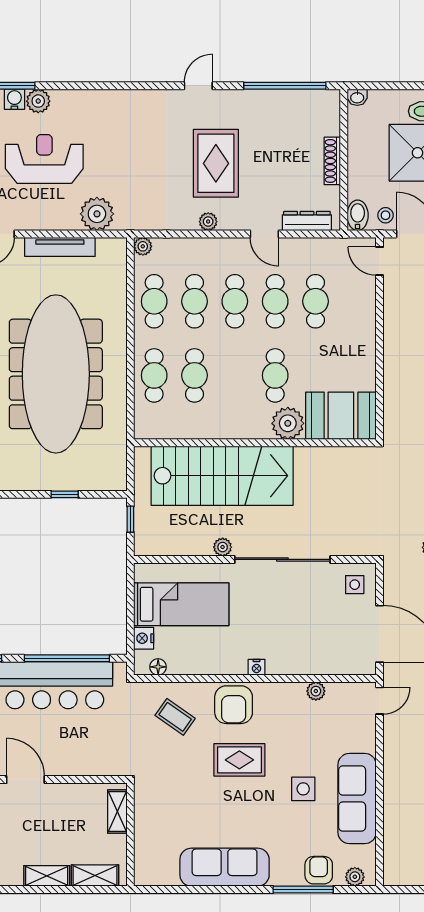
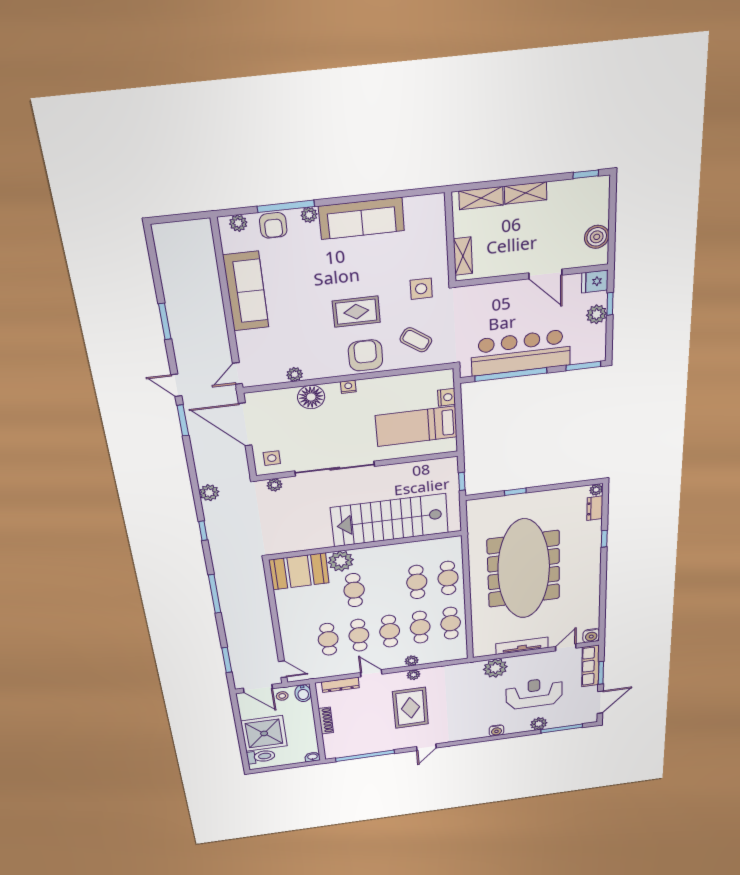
water cooler: (14, 99) -> (496, 731), moved
reception desk: (44, 159) -> (534, 693), turned 180
plant: (143, 246) -> (412, 661), moved
plant: (223, 547) -> (275, 485), moved
floor lamp: (158, 667) -> (311, 397), moved, width x1.89, depth x1.89
side table: (303, 789) -> (421, 289), moved
plant: (280, 877) -> (309, 215), added

